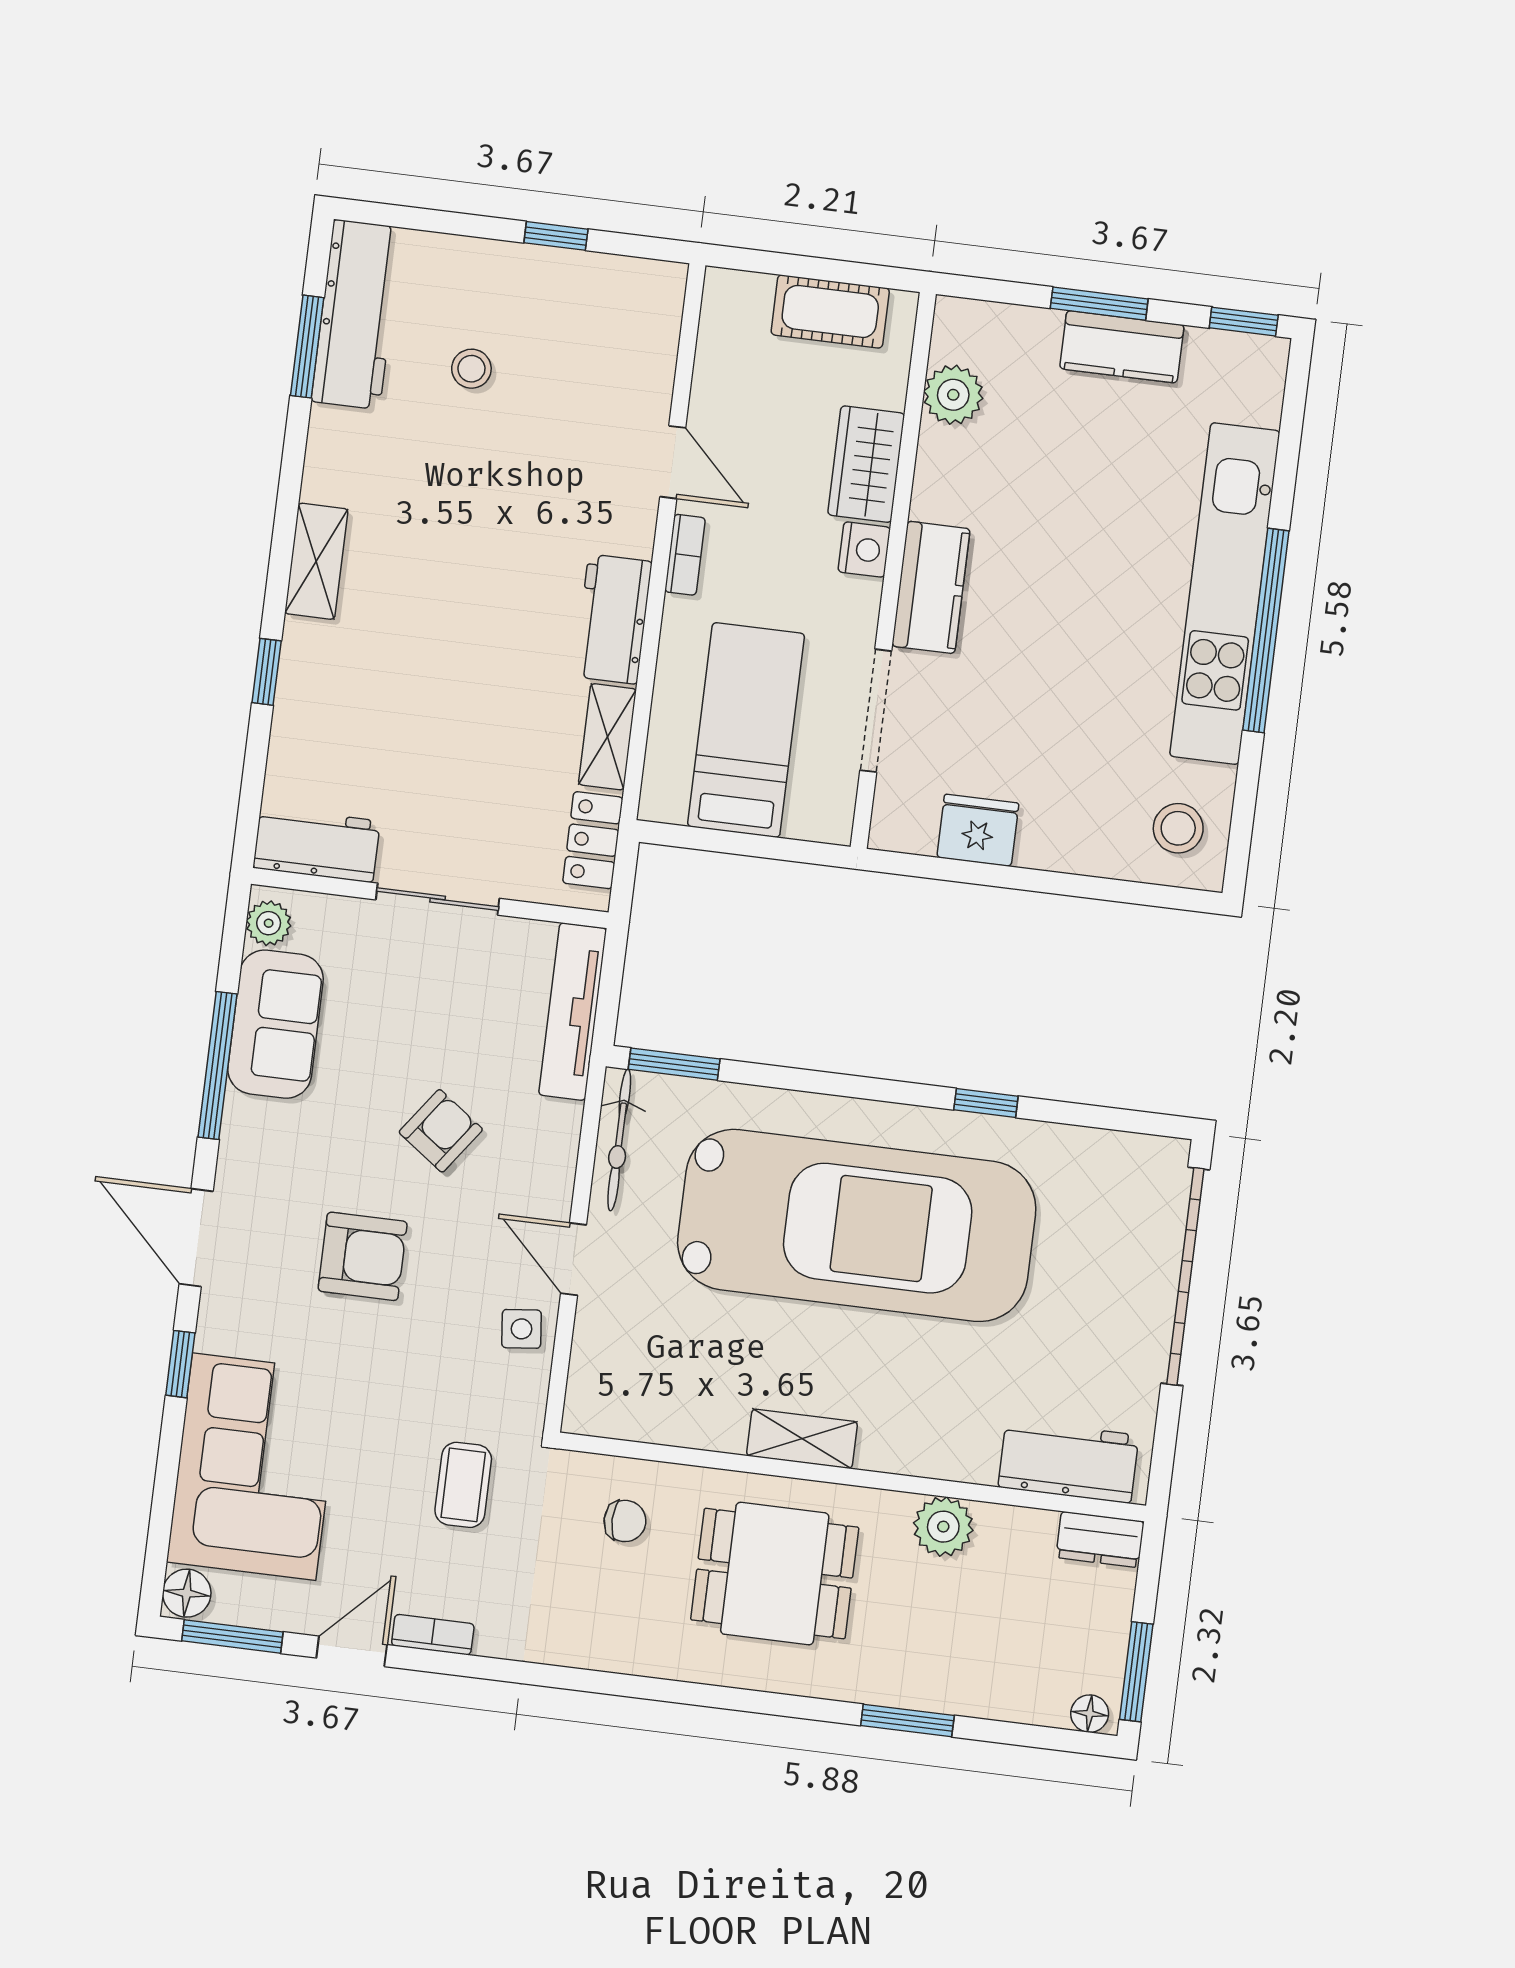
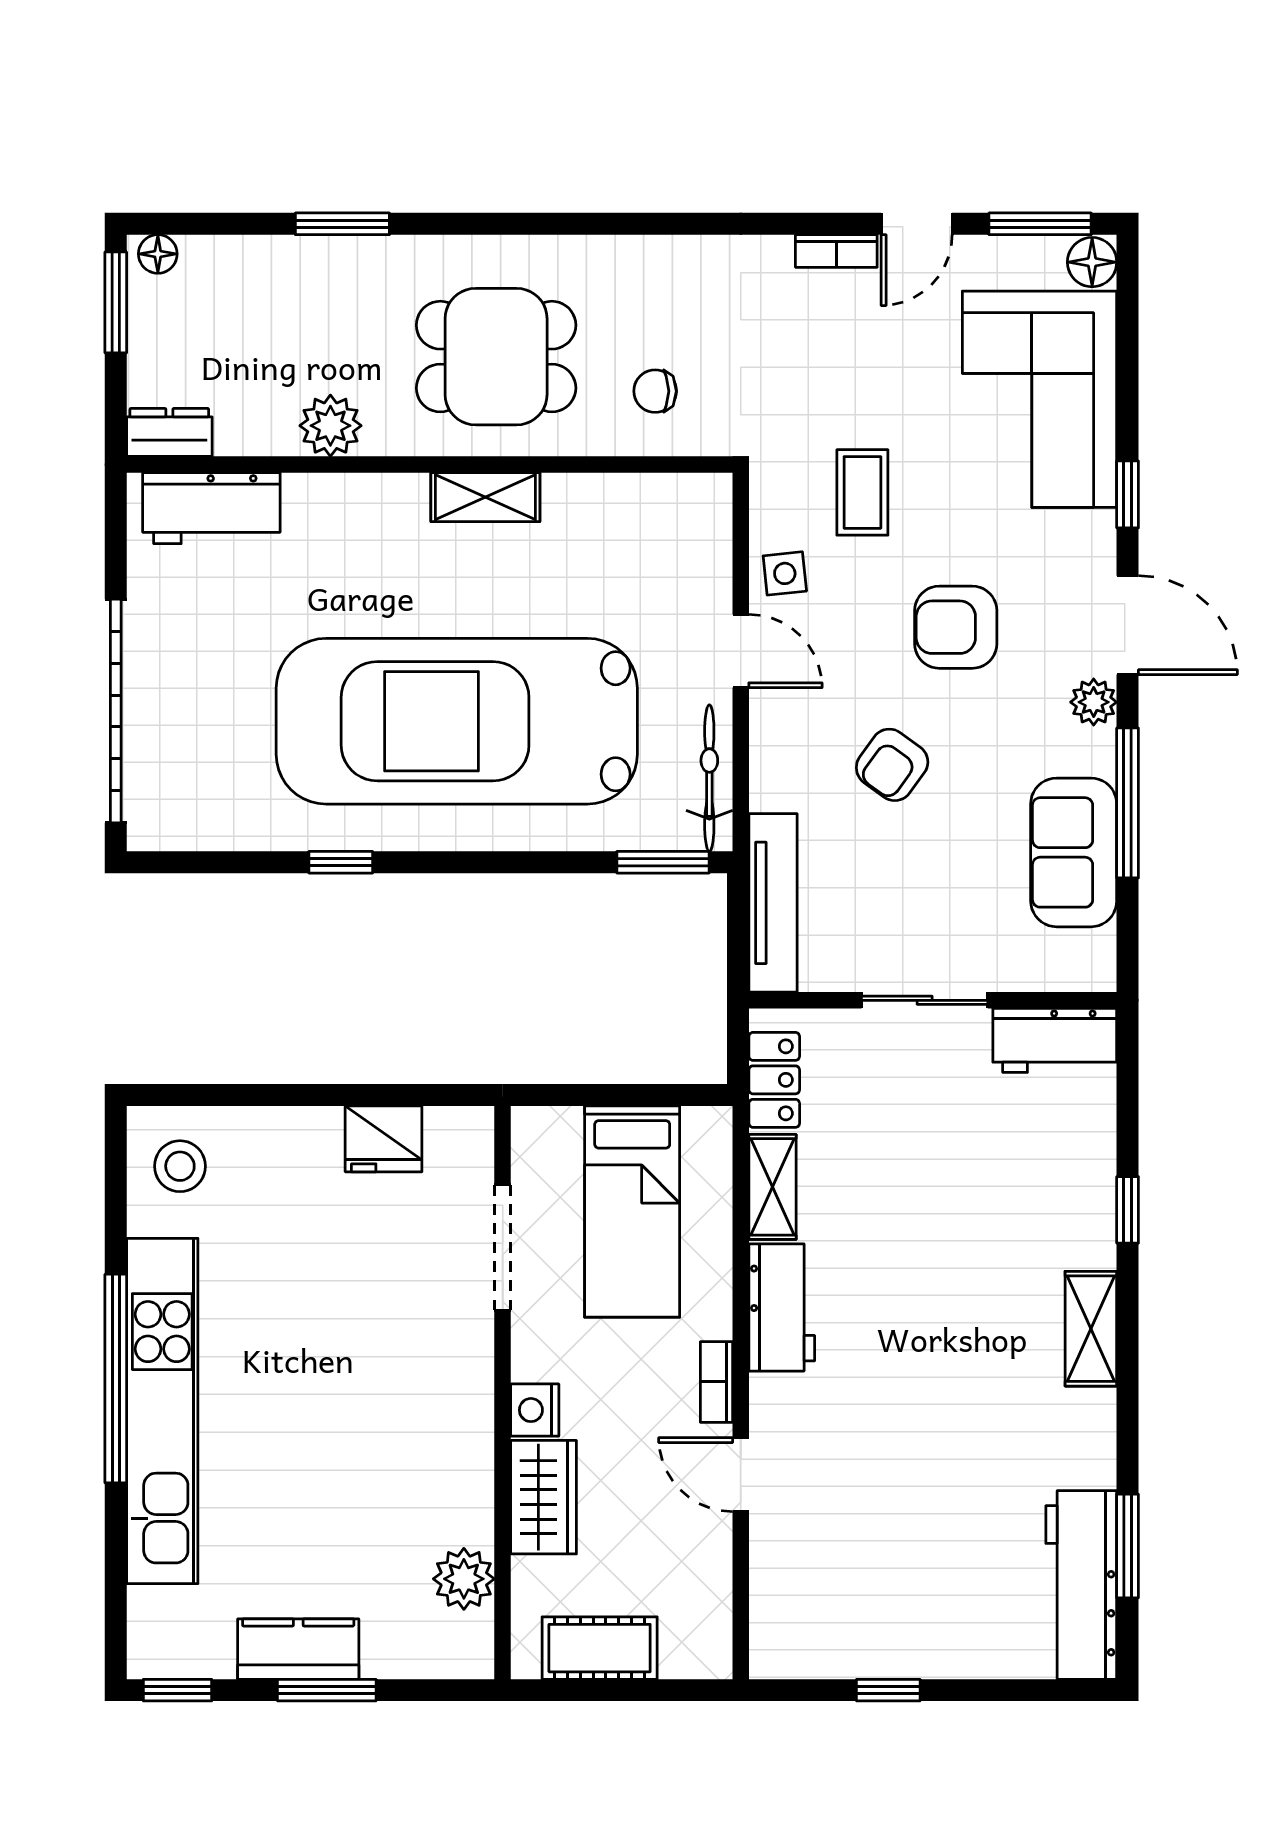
stool: (471, 369) -> (957, 1544), removed
kitchen counter: (931, 587) -> (462, 1380), removed
plant: (269, 923) -> (1094, 702), moved
coffee table: (463, 1485) -> (862, 492), moved

